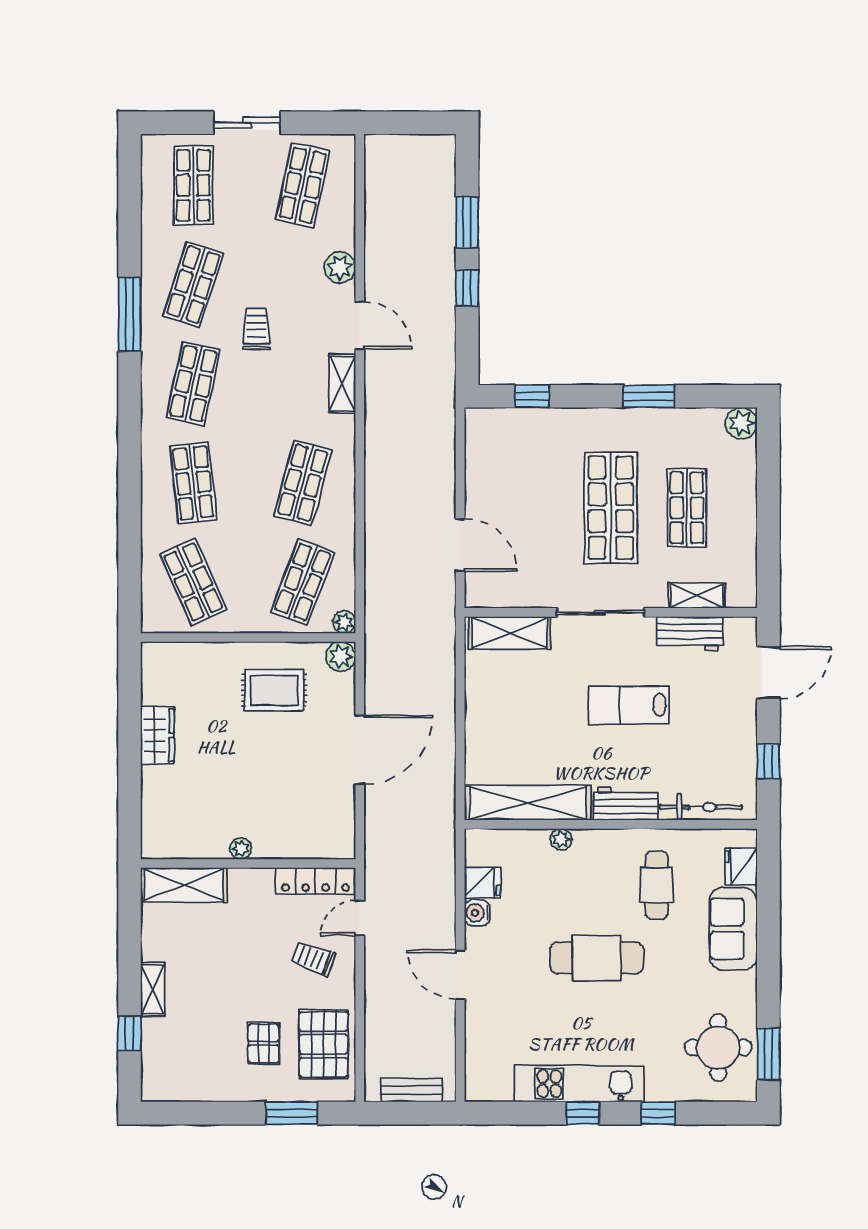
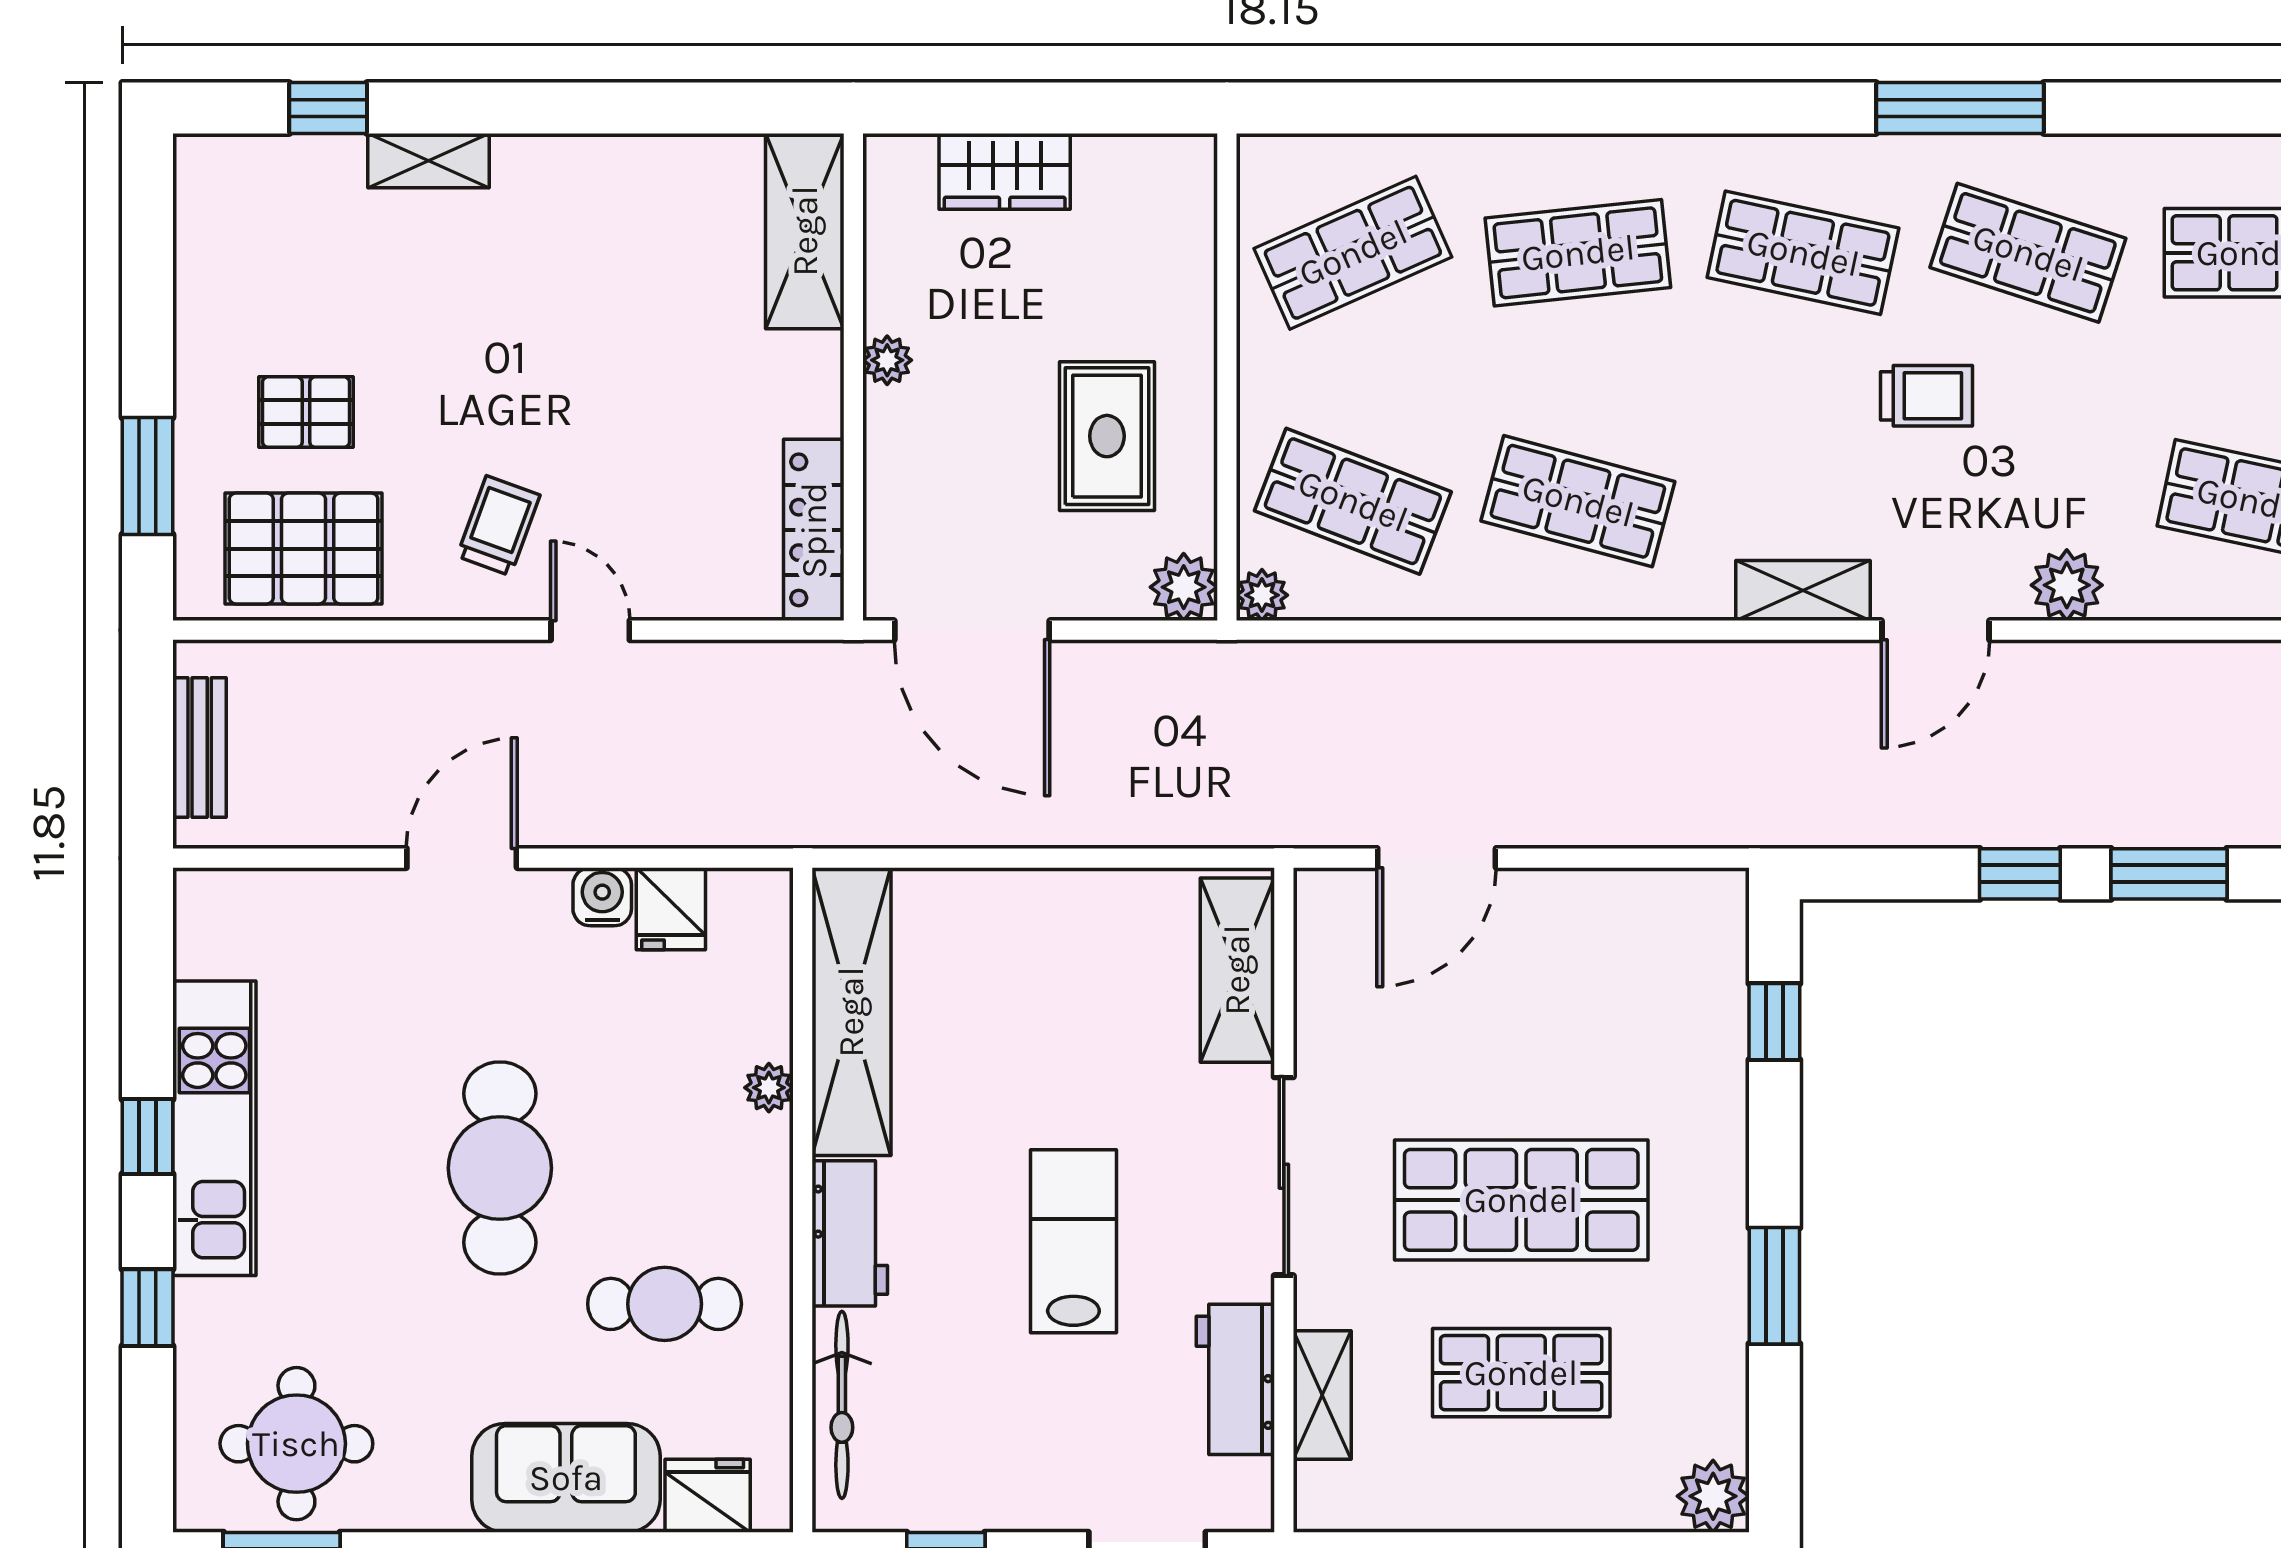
plant: (241, 849) -> (887, 360), moved
wall: (248, 863) -> (853, 377), moved
locker: (315, 881) -> (814, 530), moved
shelving: (184, 885) -> (805, 231), moved

